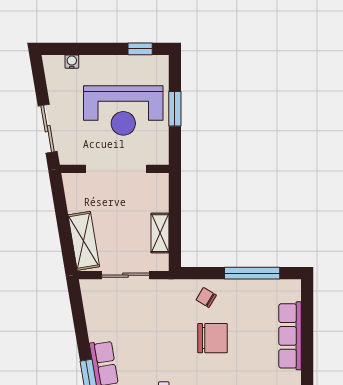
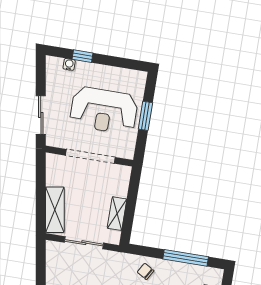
window: (140, 49) -> (83, 56), moved

